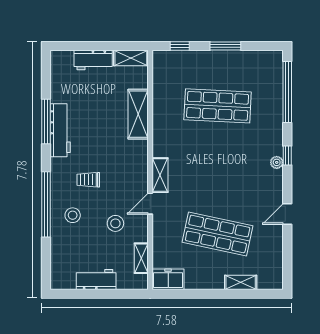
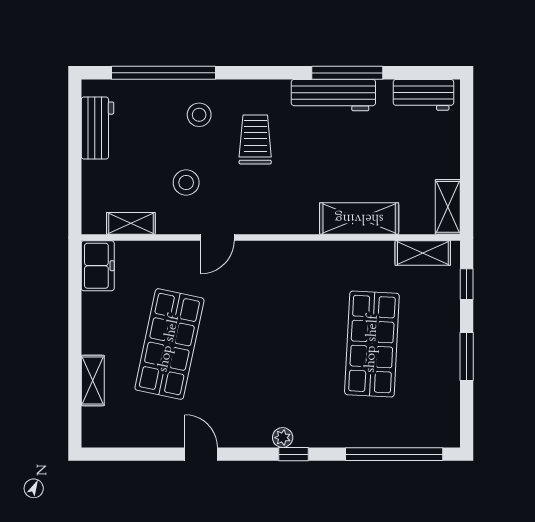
workbench: (93, 60) -> (423, 95), moved, turned -90
shelving: (160, 175) -> (423, 253), moved
trolley: (88, 180) -> (255, 139), width x1.36, depth x1.39
window: (46, 204) -> (164, 73), moved
door: (150, 204) -> (217, 237), swing flipped
workbench: (96, 279) -> (97, 128), moved

